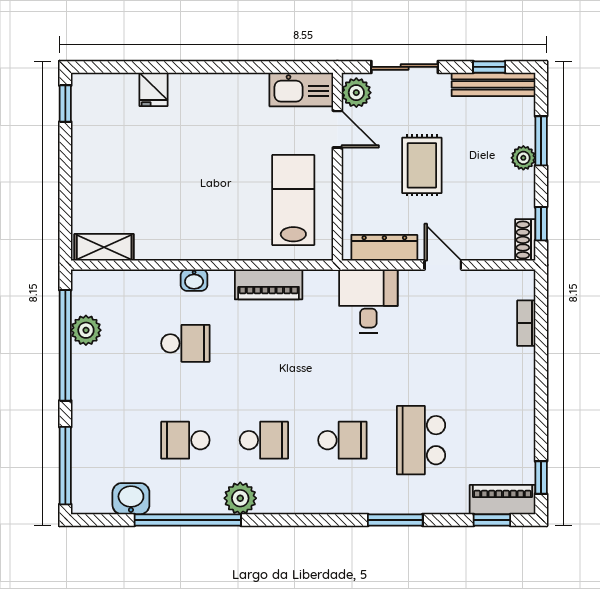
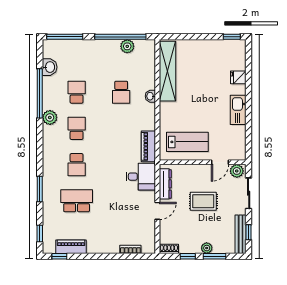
kitchen sink: (301, 89) -> (238, 110), moved
window: (541, 224) -> (188, 256), moved
shelving: (104, 247) -> (167, 71), width x2.20, depth x1.33
piano: (269, 284) -> (148, 146), moved
school desk: (264, 440) -> (77, 128), turned 180
piano: (502, 500) -> (71, 247), moved, turned -90

